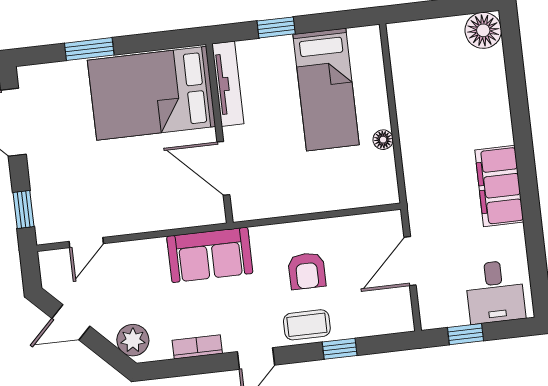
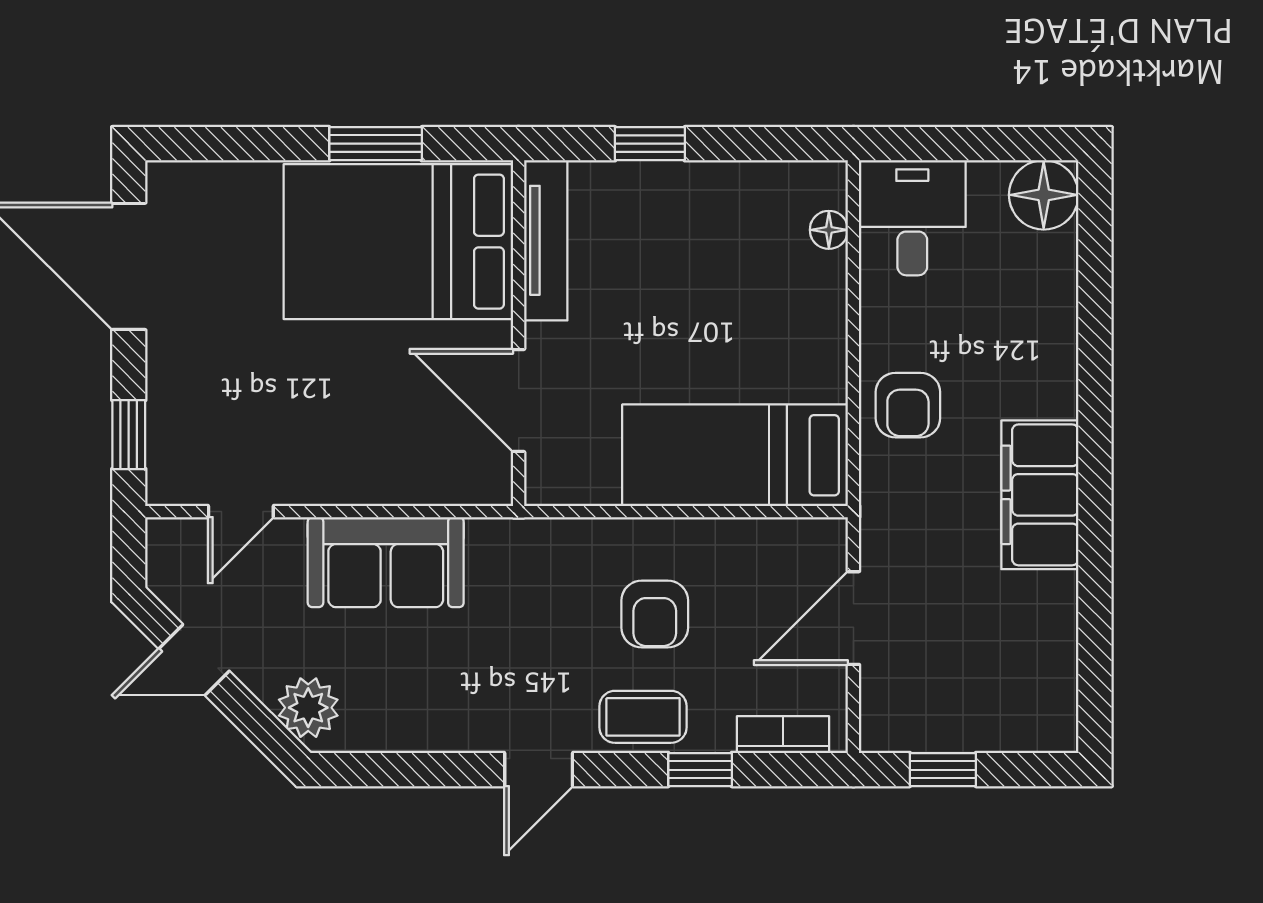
window: (89, 49) -> (376, 144), moved
bed: (326, 90) -> (735, 455), moved, turned 90
floor lamp: (383, 140) -> (829, 230), moved
armchair: (425, 147) -> (908, 405), added
sofa: (210, 255) -> (386, 562), moved
desk: (495, 292) -> (912, 218), moved, turned 180
bookcase: (197, 347) -> (783, 735), moved

